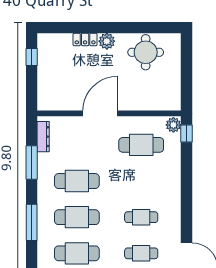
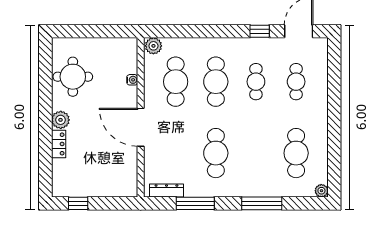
water cooler: (143, 106) -> (132, 80), added
window: (186, 134) -> (260, 31), moved
cafe table: (77, 217) -> (216, 82), moved

